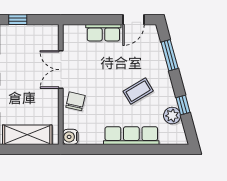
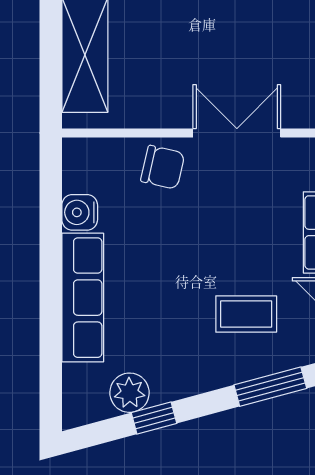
coffee table: (138, 91) -> (246, 314), moved, turned -59
water cooler: (70, 137) -> (80, 212), moved, turned -90

